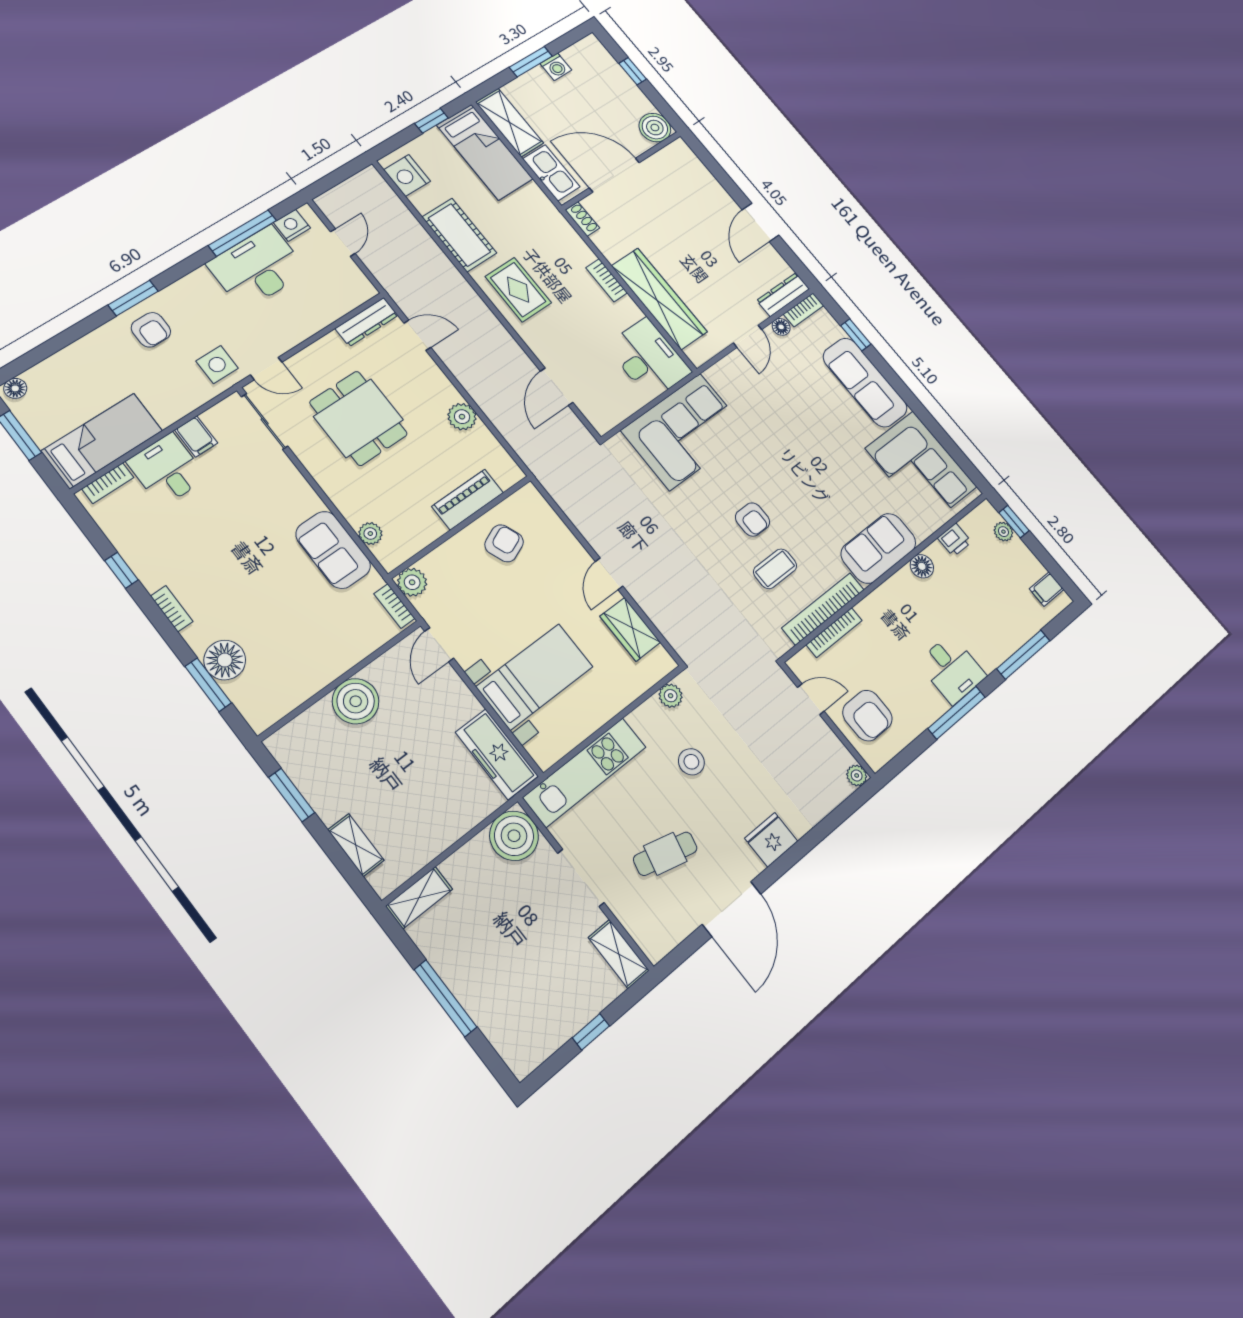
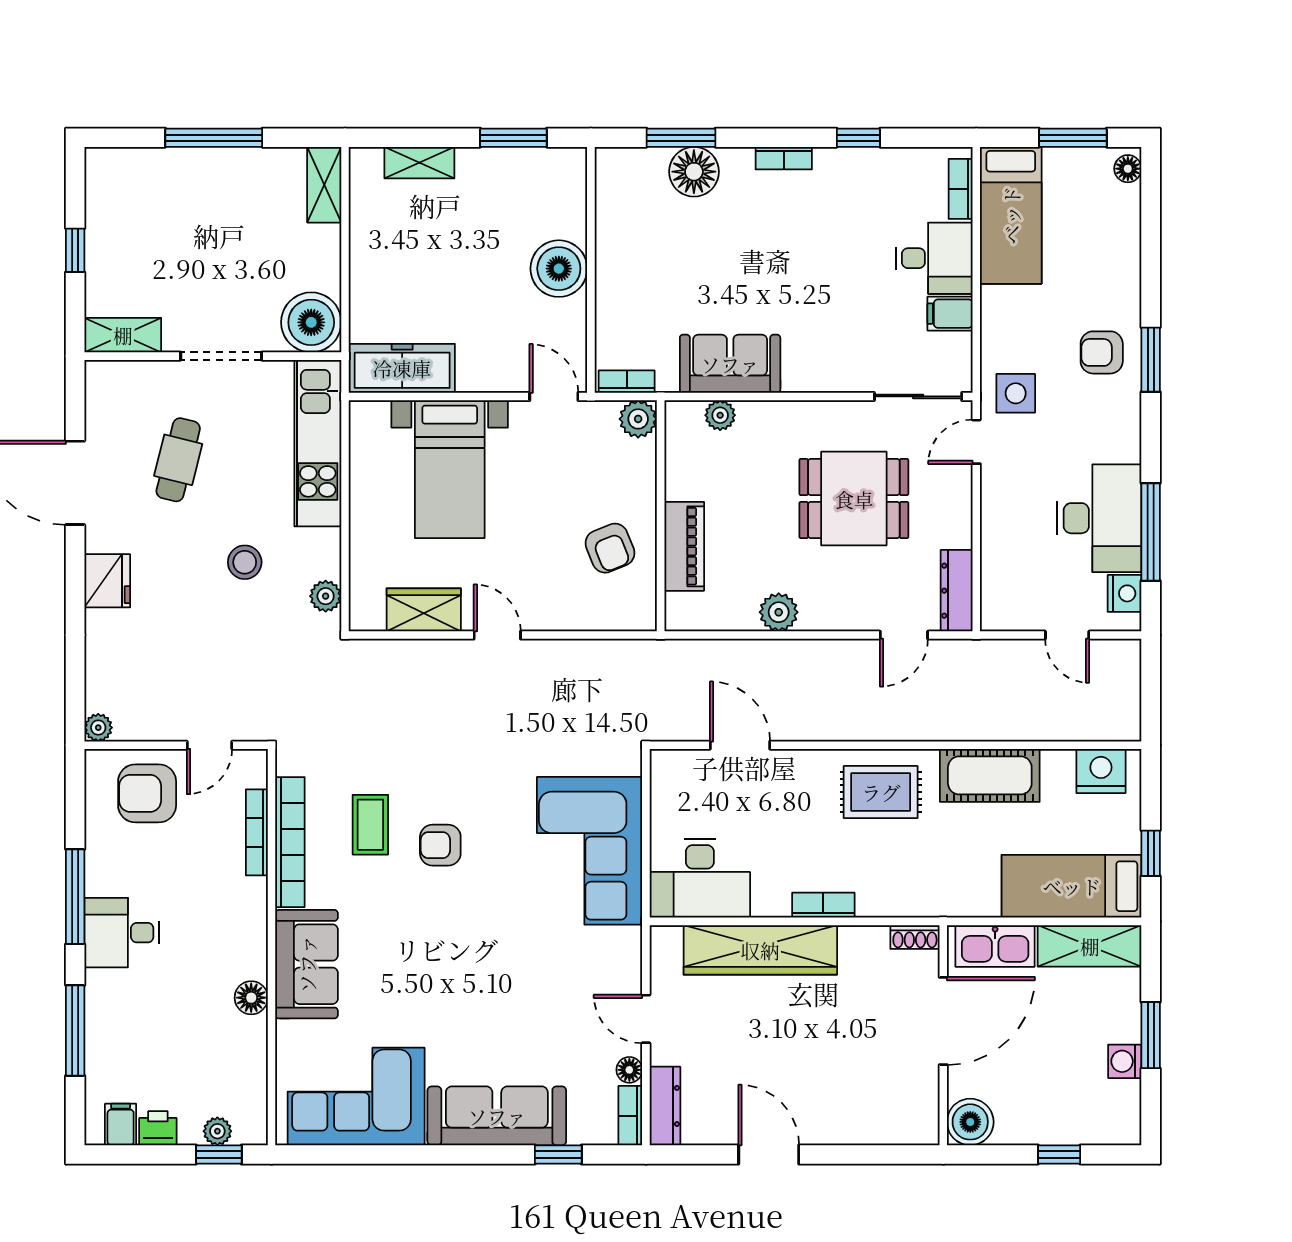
printer: (955, 540) -> (158, 1128), moved, turned 90

